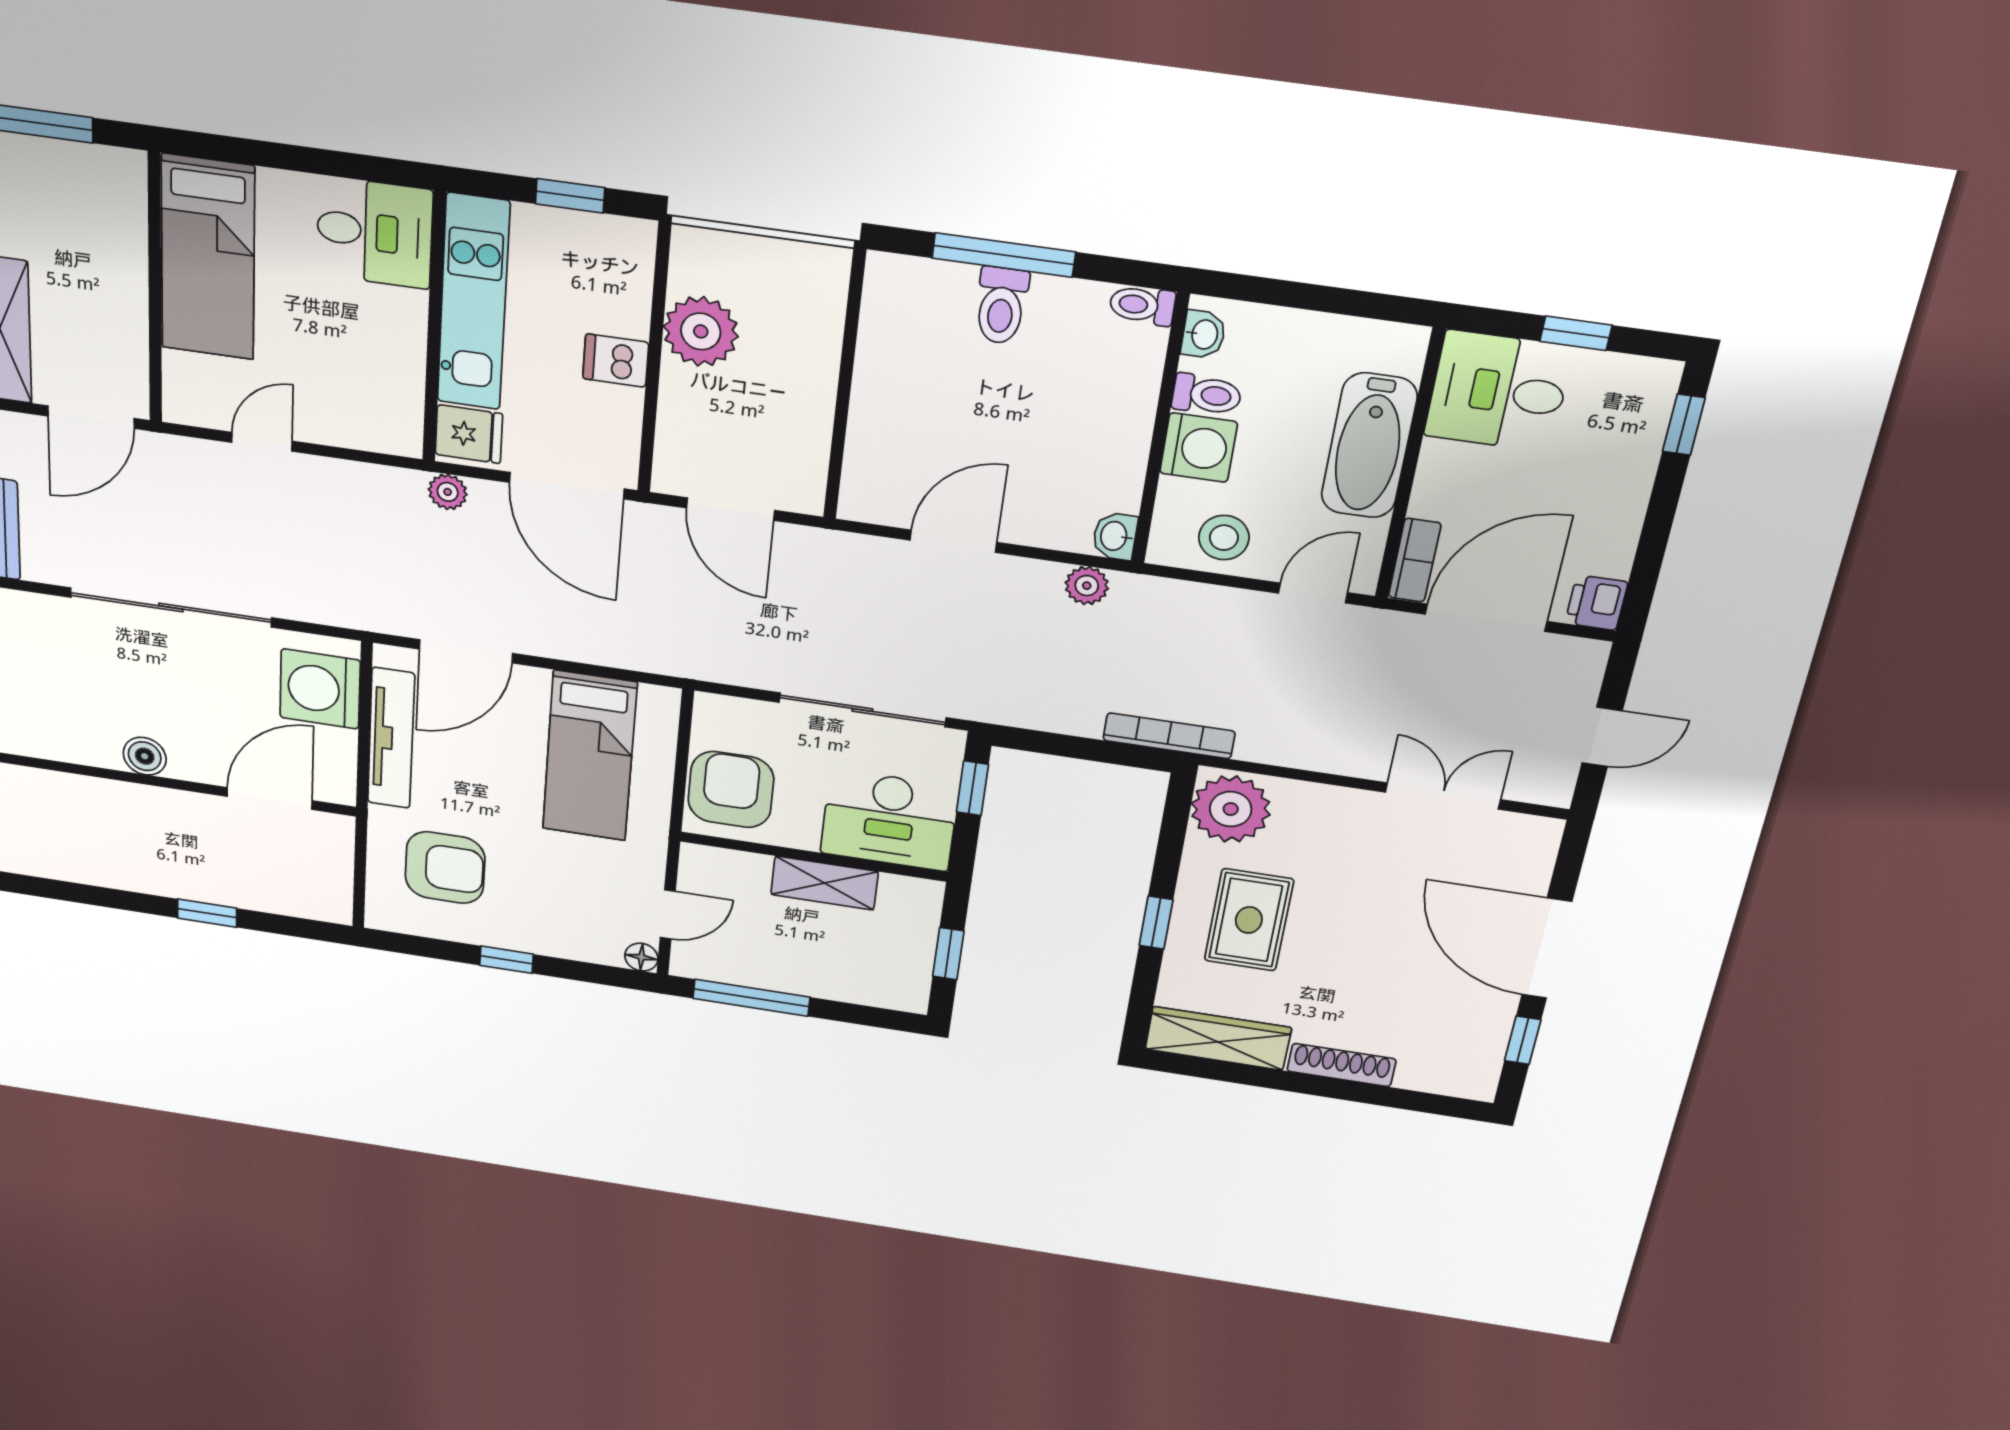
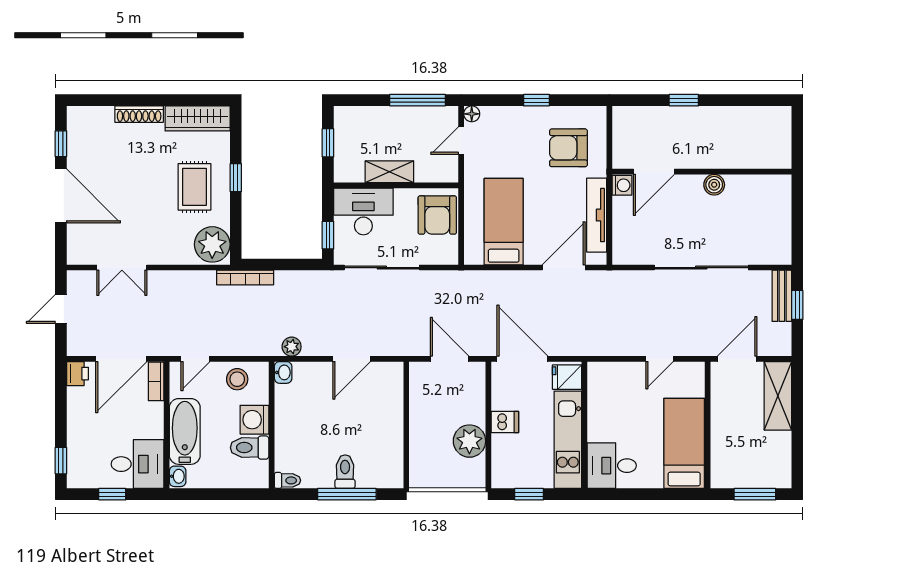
washbasin: (1204, 334) -> (178, 476), moved, turned 180
toilet: (1207, 395) -> (250, 448), width x1.37, depth x1.39
plant: (448, 492) -> (575, 347), removed
washing machine: (320, 689) -> (622, 185), moved, width x0.53, depth x0.53

